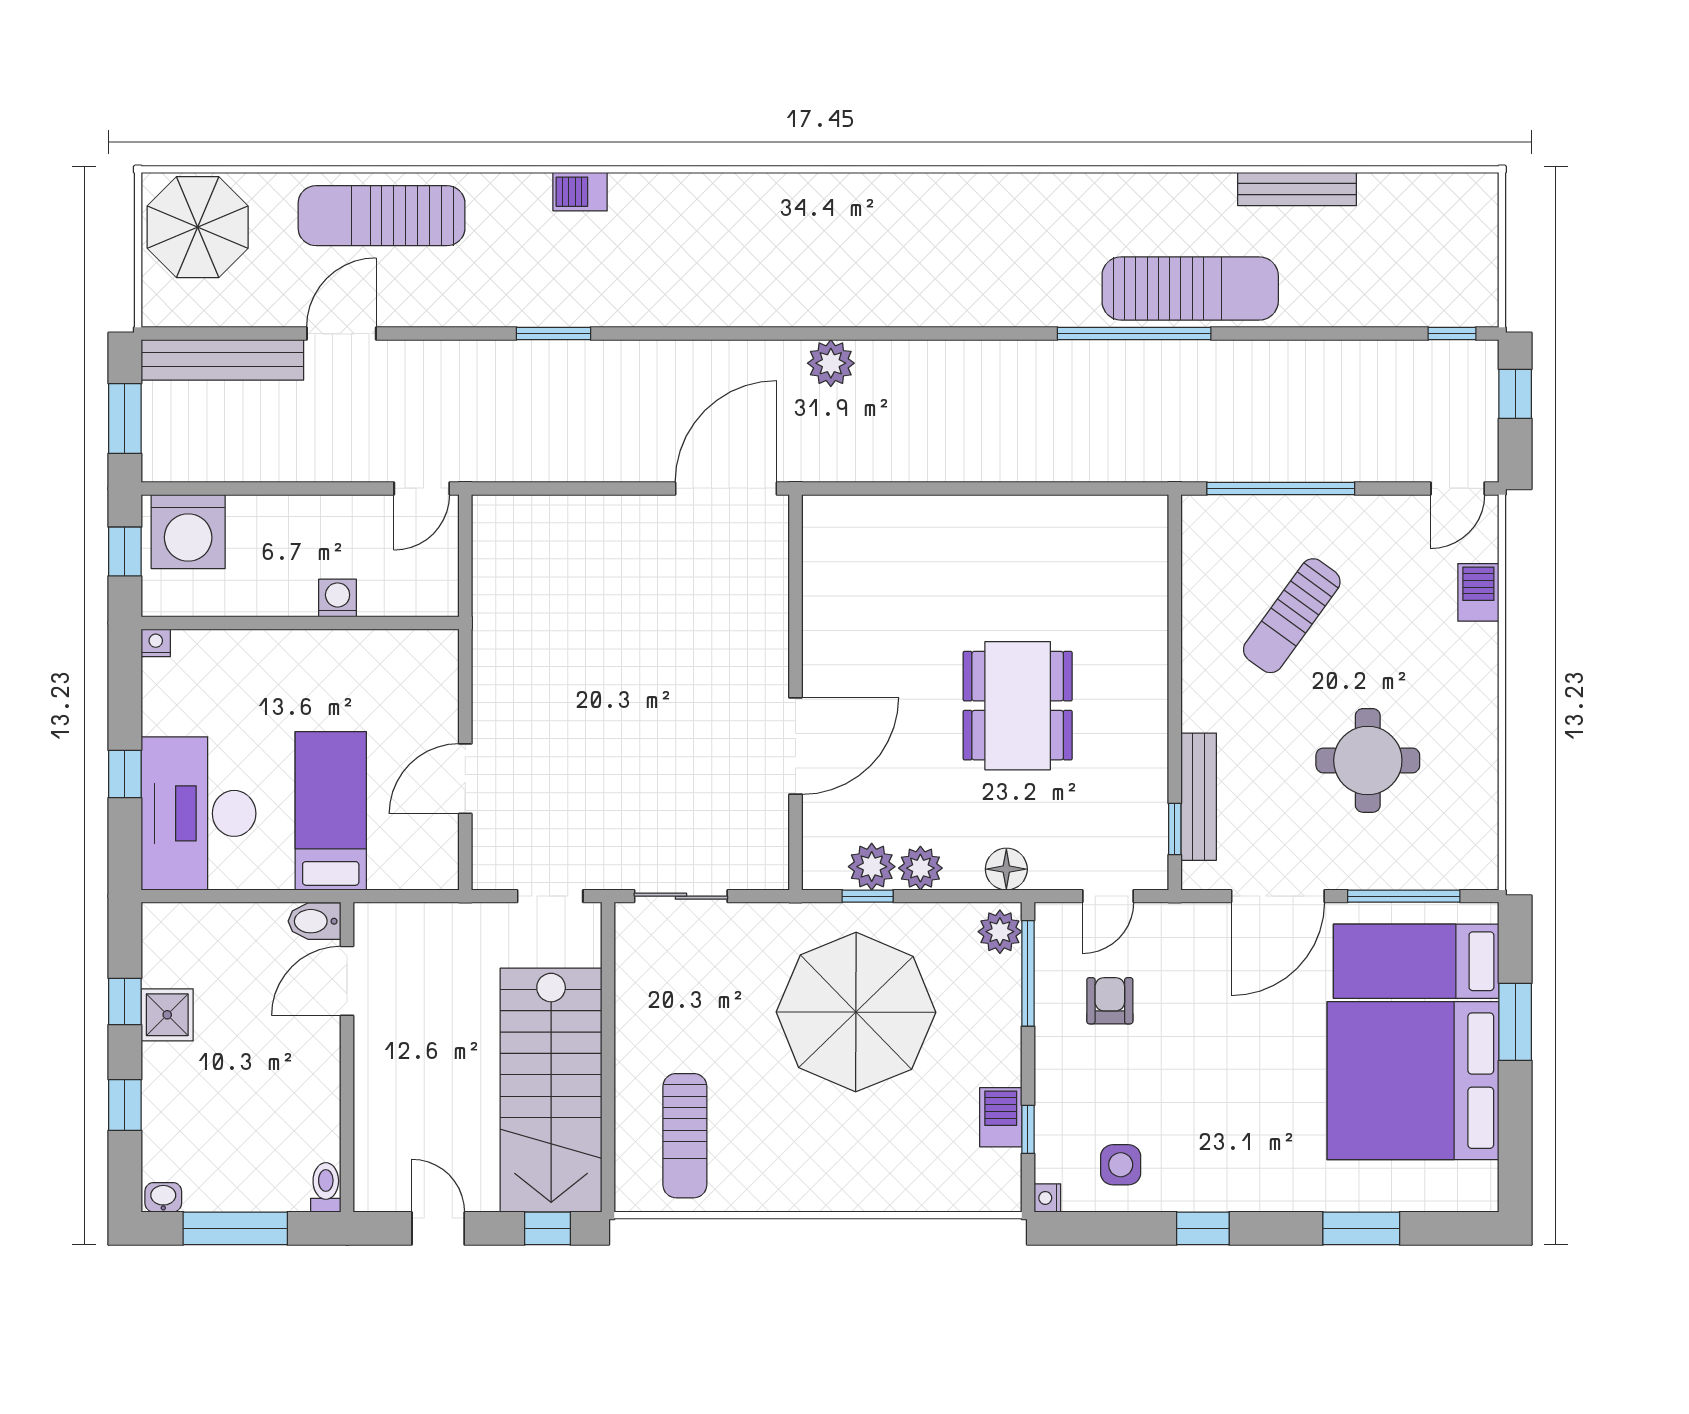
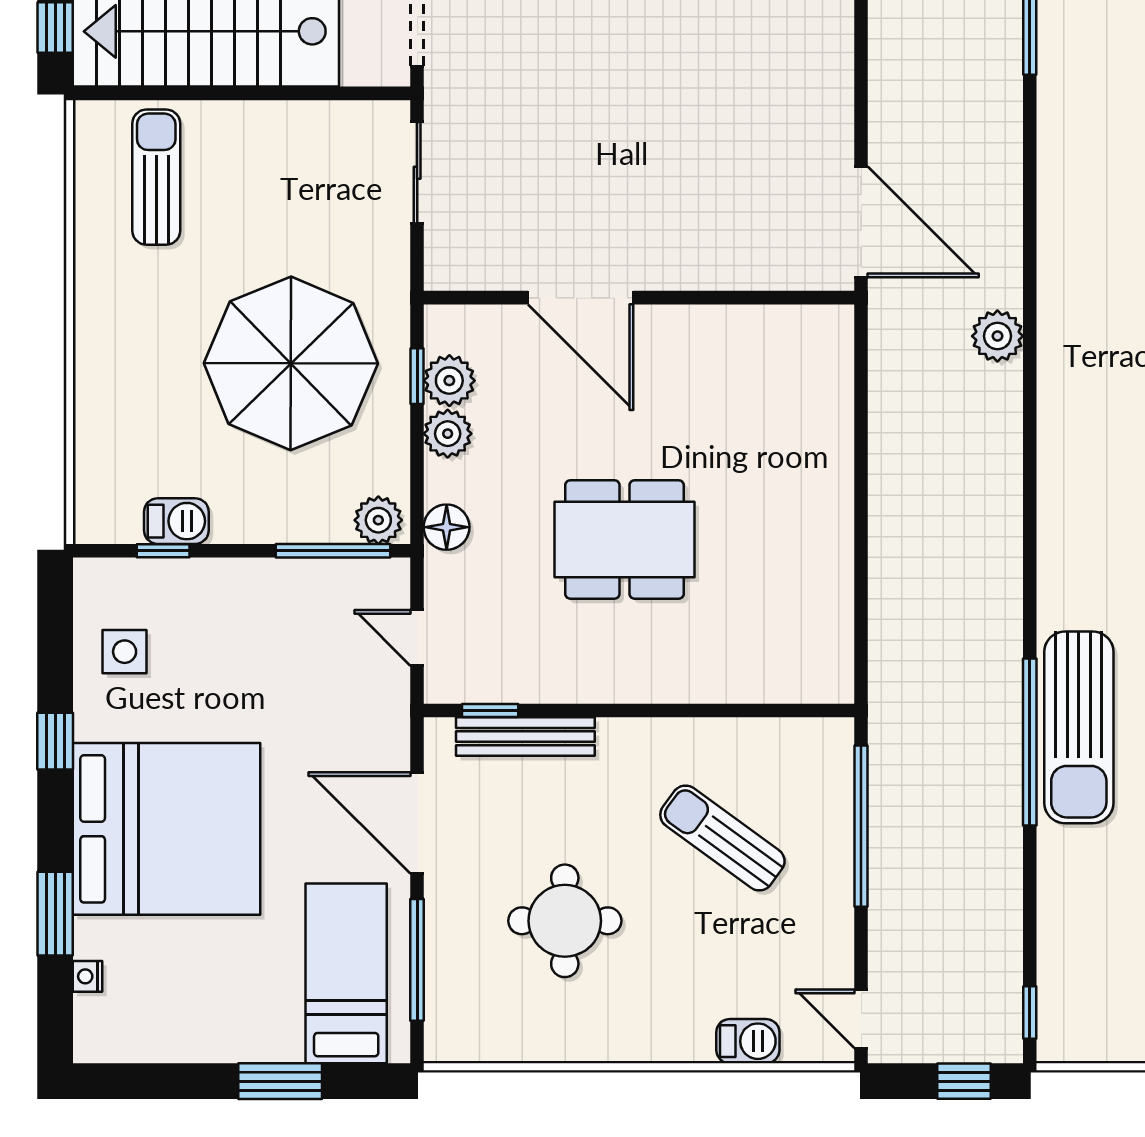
window: (1134, 334) -> (1030, 742), moved
armchair: (1110, 1001) -> (303, 640), removed
bed: (1413, 1081) -> (167, 829), moved, turned 90
sun lounger: (685, 1136) -> (156, 177), turned 90
nightstand: (1047, 1198) -> (88, 976), moved, turned -90

